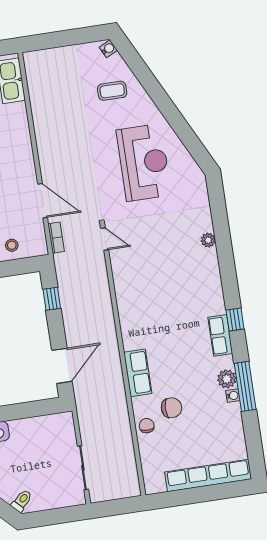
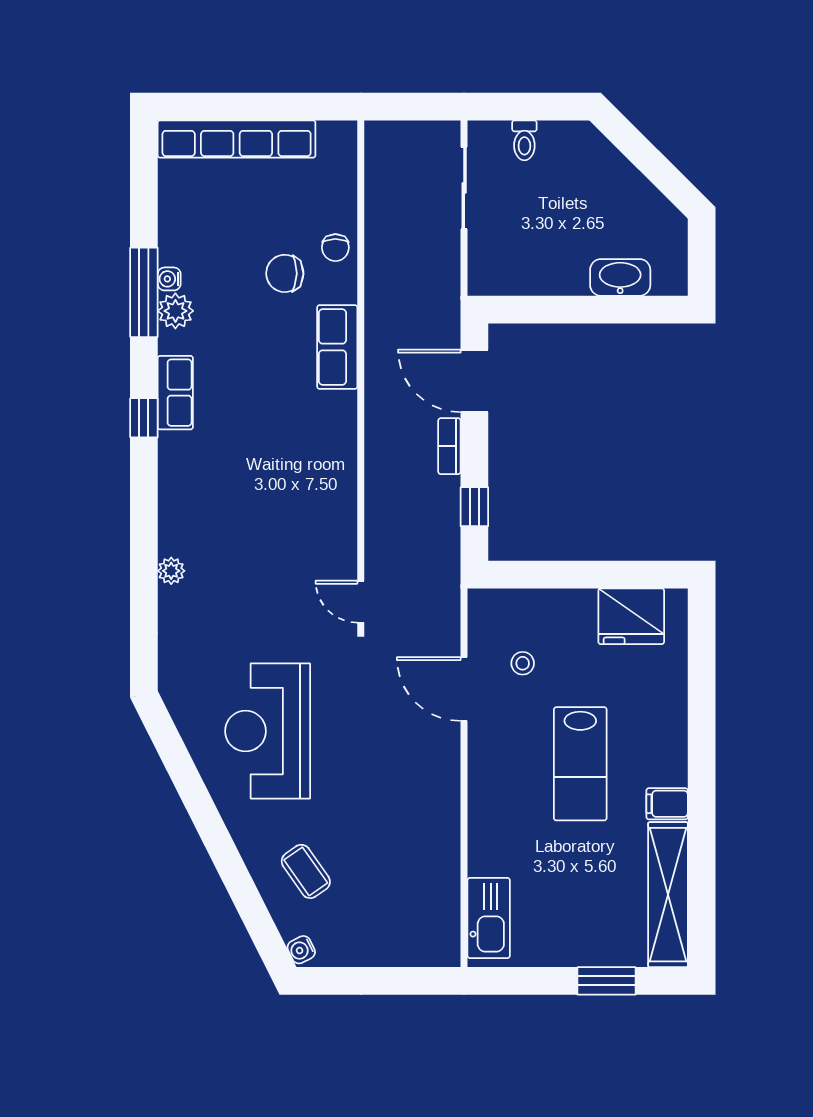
coffee table: (112, 91) -> (306, 871), turned 55
bookcase: (56, 238) -> (449, 446), moved
stool: (12, 245) -> (523, 663), moved
door: (62, 366) -> (474, 381), hinge flipped
toilet: (22, 501) -> (524, 140), moved, turned -45

